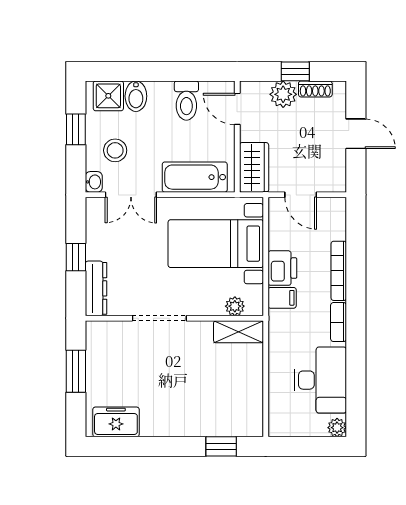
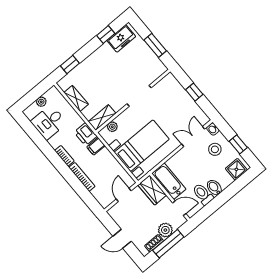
window: (295, 71) -> (168, 244), width x2.17
bidet: (136, 96) -> (214, 188), moved
bathtub: (195, 177) -> (169, 181), moved, turned -90
door: (301, 195) -> (124, 195), hinge flipped
printer: (282, 268) -> (86, 134), moved
dresser: (96, 288) -> (175, 86), removed
desk: (320, 380) -> (49, 122), width x0.73
shelving: (253, 390) -> (76, 98), added
plant: (337, 428) -> (41, 102), moved
window: (134, 446) -> (106, 34), added

